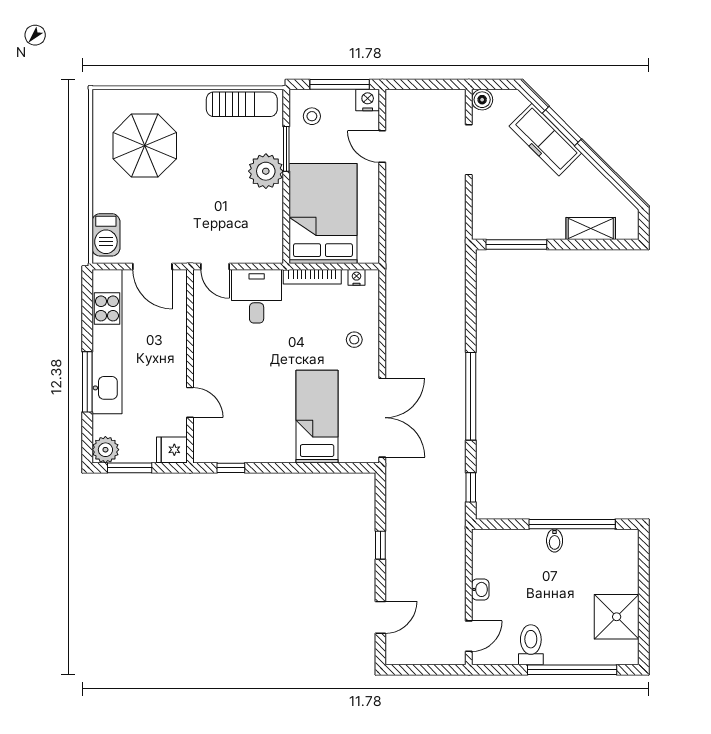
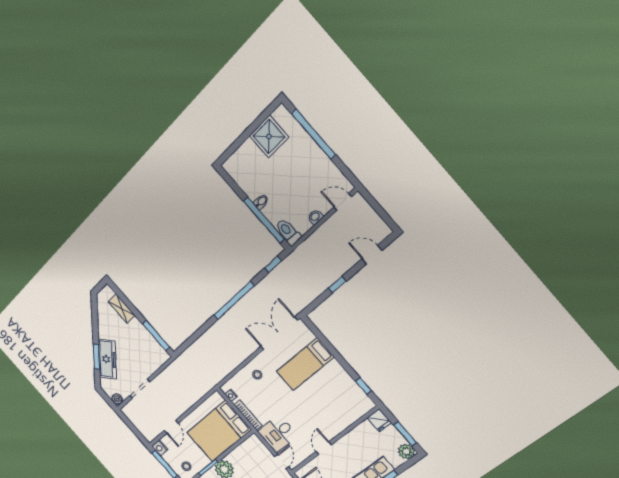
door: (190, 402) -> (324, 448), moved
window: (572, 524) -> (264, 220), moved
toilet: (531, 645) -> (288, 232), moved, turned 90

